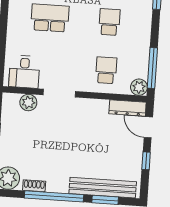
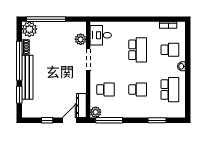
bench: (103, 188) -> (27, 77), moved

